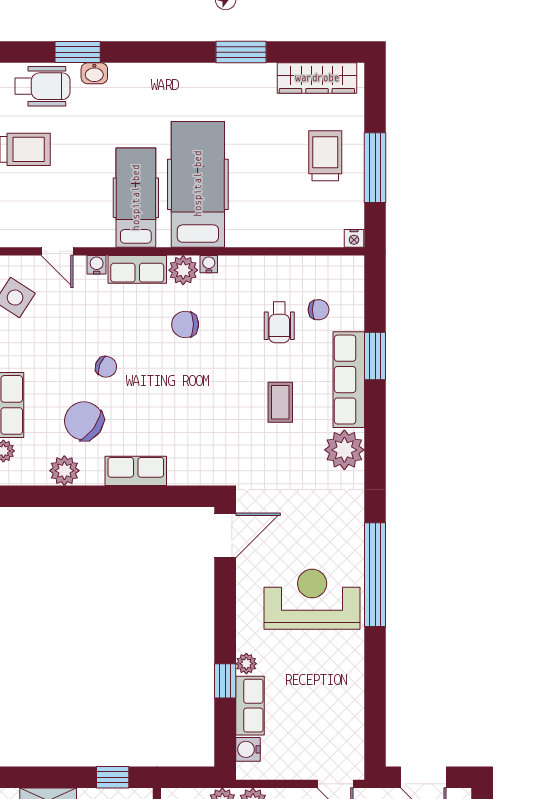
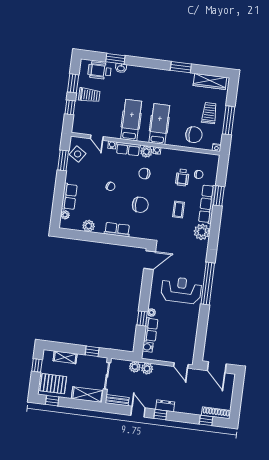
wheelchair: (42, 86) -> (99, 71), turned 180
hospital bed: (198, 184) -> (159, 124), width x0.73, depth x0.78
chair: (294, 214) -> (194, 135), added
chair: (84, 421) -> (140, 205), moved, turned 144

